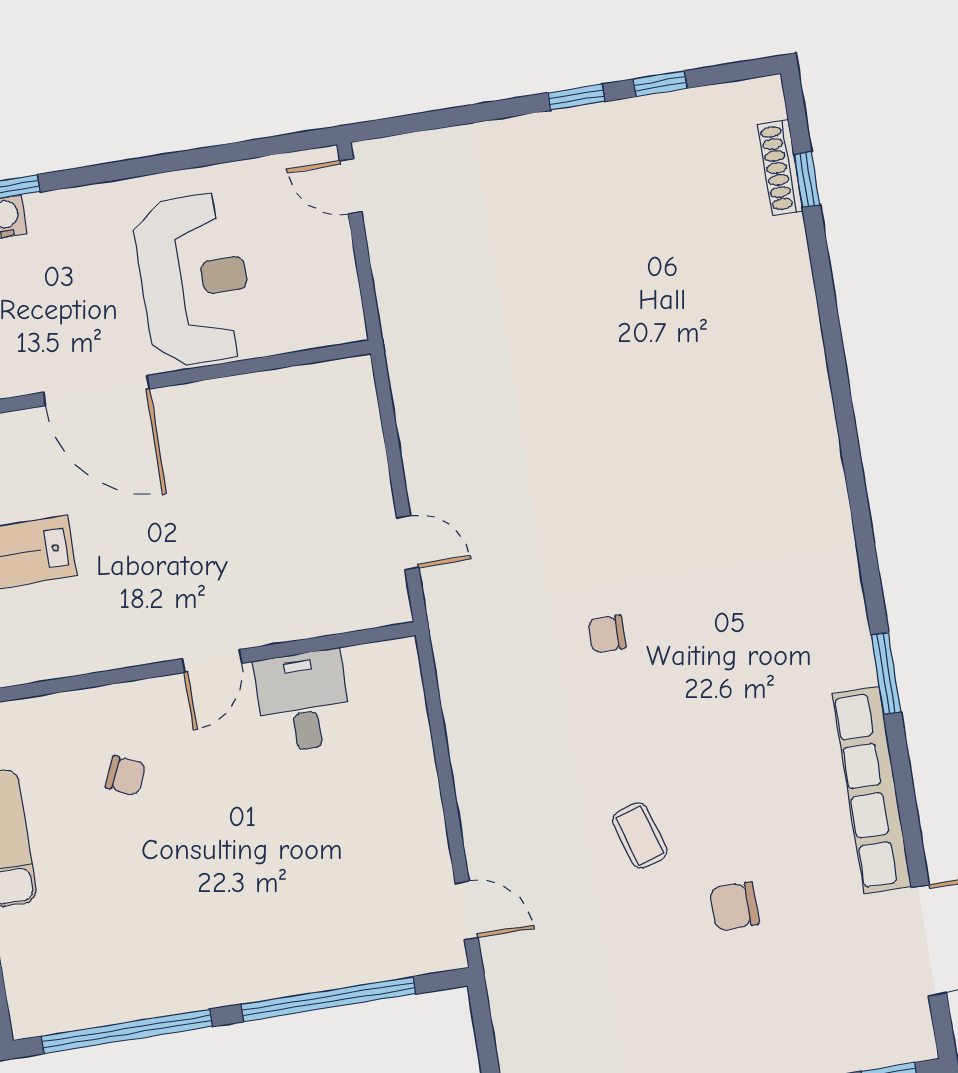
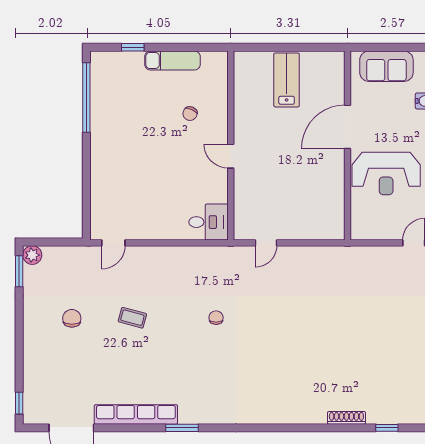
shoe rack: (780, 167) -> (346, 418), moved
desk: (303, 701) -> (208, 222), moved
coffee table: (640, 835) -> (132, 318), turned 32
chair: (734, 906) -> (72, 318), moved
window: (328, 999) -> (86, 181), removed

